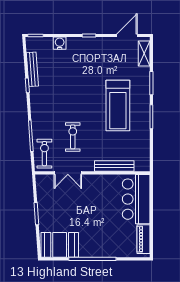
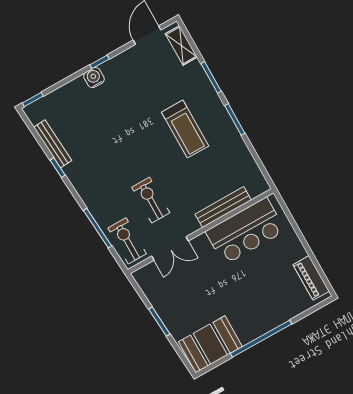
water cooler: (60, 43) -> (94, 78), moved
treadmill: (118, 106) -> (185, 129), width x0.73, depth x0.73
bar counter: (136, 199) -> (245, 231), moved, turned -90

